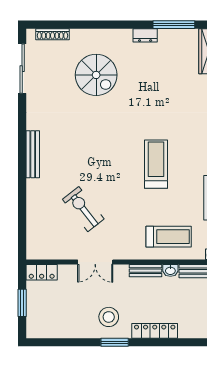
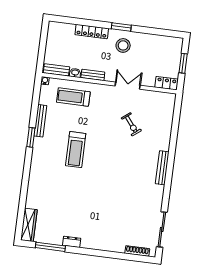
spiral stairs: (96, 75) -> (110, 218), removed
exercise bike: (83, 209) -> (131, 124), width x0.73, depth x0.72

